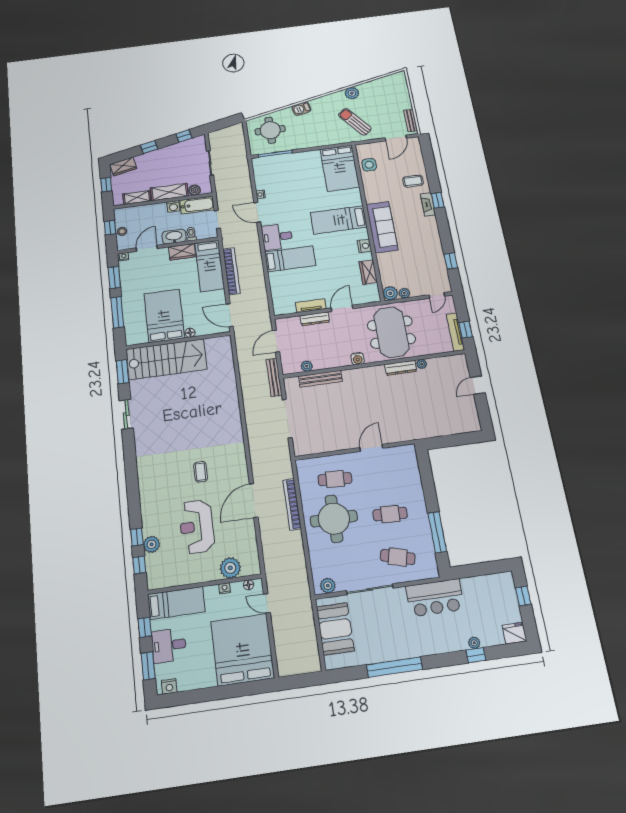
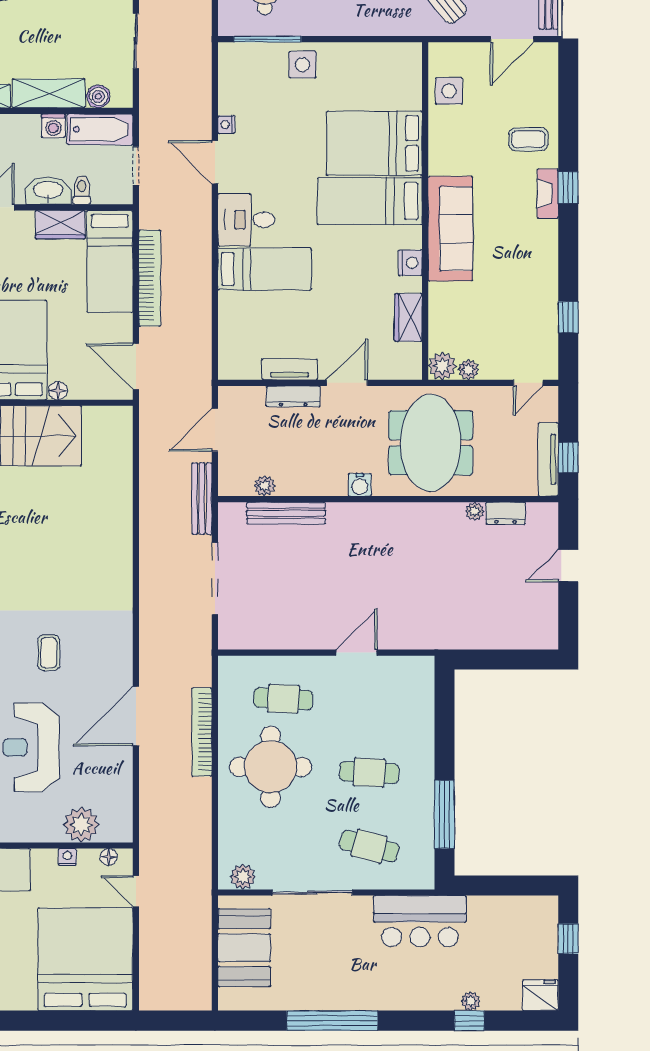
side table: (294, 163) -> (303, 65), added
bed: (340, 168) -> (374, 143), moved, turned 90
dresser: (401, 368) -> (506, 513), moved, width x0.70

